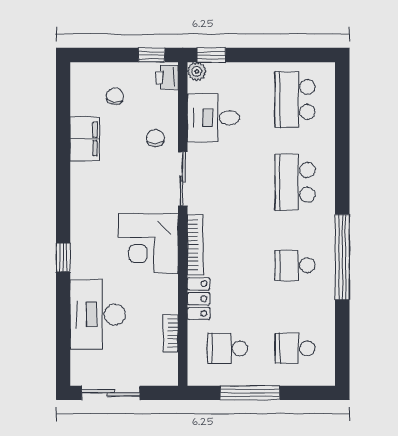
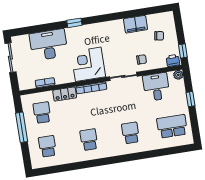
window: (211, 55) -> (191, 99), moved
school desk: (295, 182) -> (131, 133), width x0.54
window: (342, 257) -> (97, 163), removed

